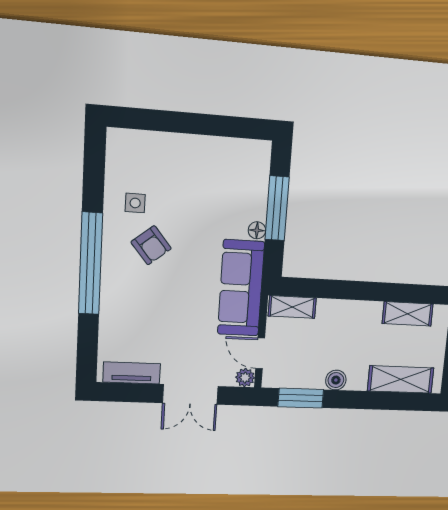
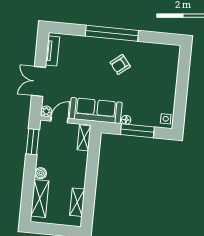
side table: (135, 203) -> (166, 119), moved
boiler: (336, 380) -> (41, 173), moved

